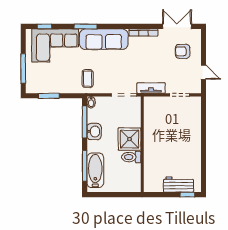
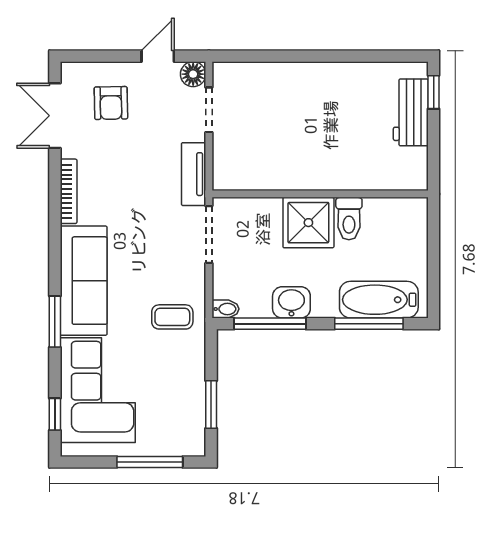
floor lamp: (195, 88) -> (193, 74), added

